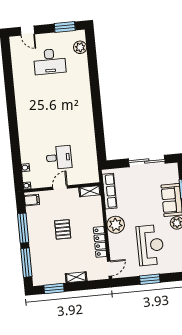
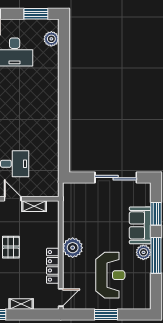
door: (60, 188) -> (13, 199), hinge flipped
shelving: (90, 191) -> (34, 206), moved
row of seats: (109, 191) -> (69, 208), removed

